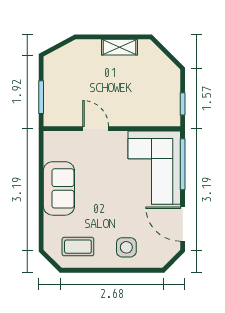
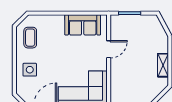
sofa: (59, 188) -> (83, 25), moved

